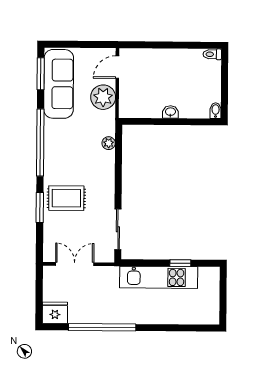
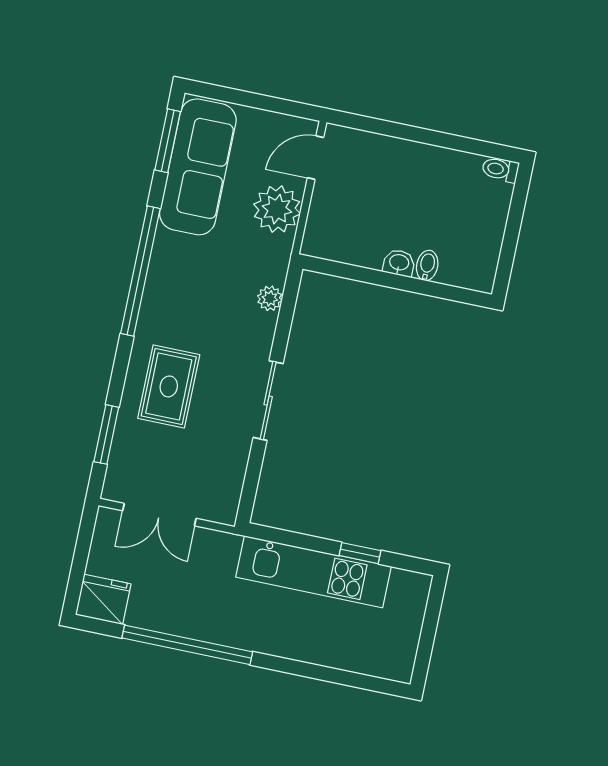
bidet: (216, 111) -> (427, 265), moved
rug: (66, 198) -> (169, 386), turned 90
window: (40, 208) -> (106, 434), moved
sliding door: (118, 229) -> (268, 401), moved
double door: (75, 264) -> (159, 515), swing flipped

